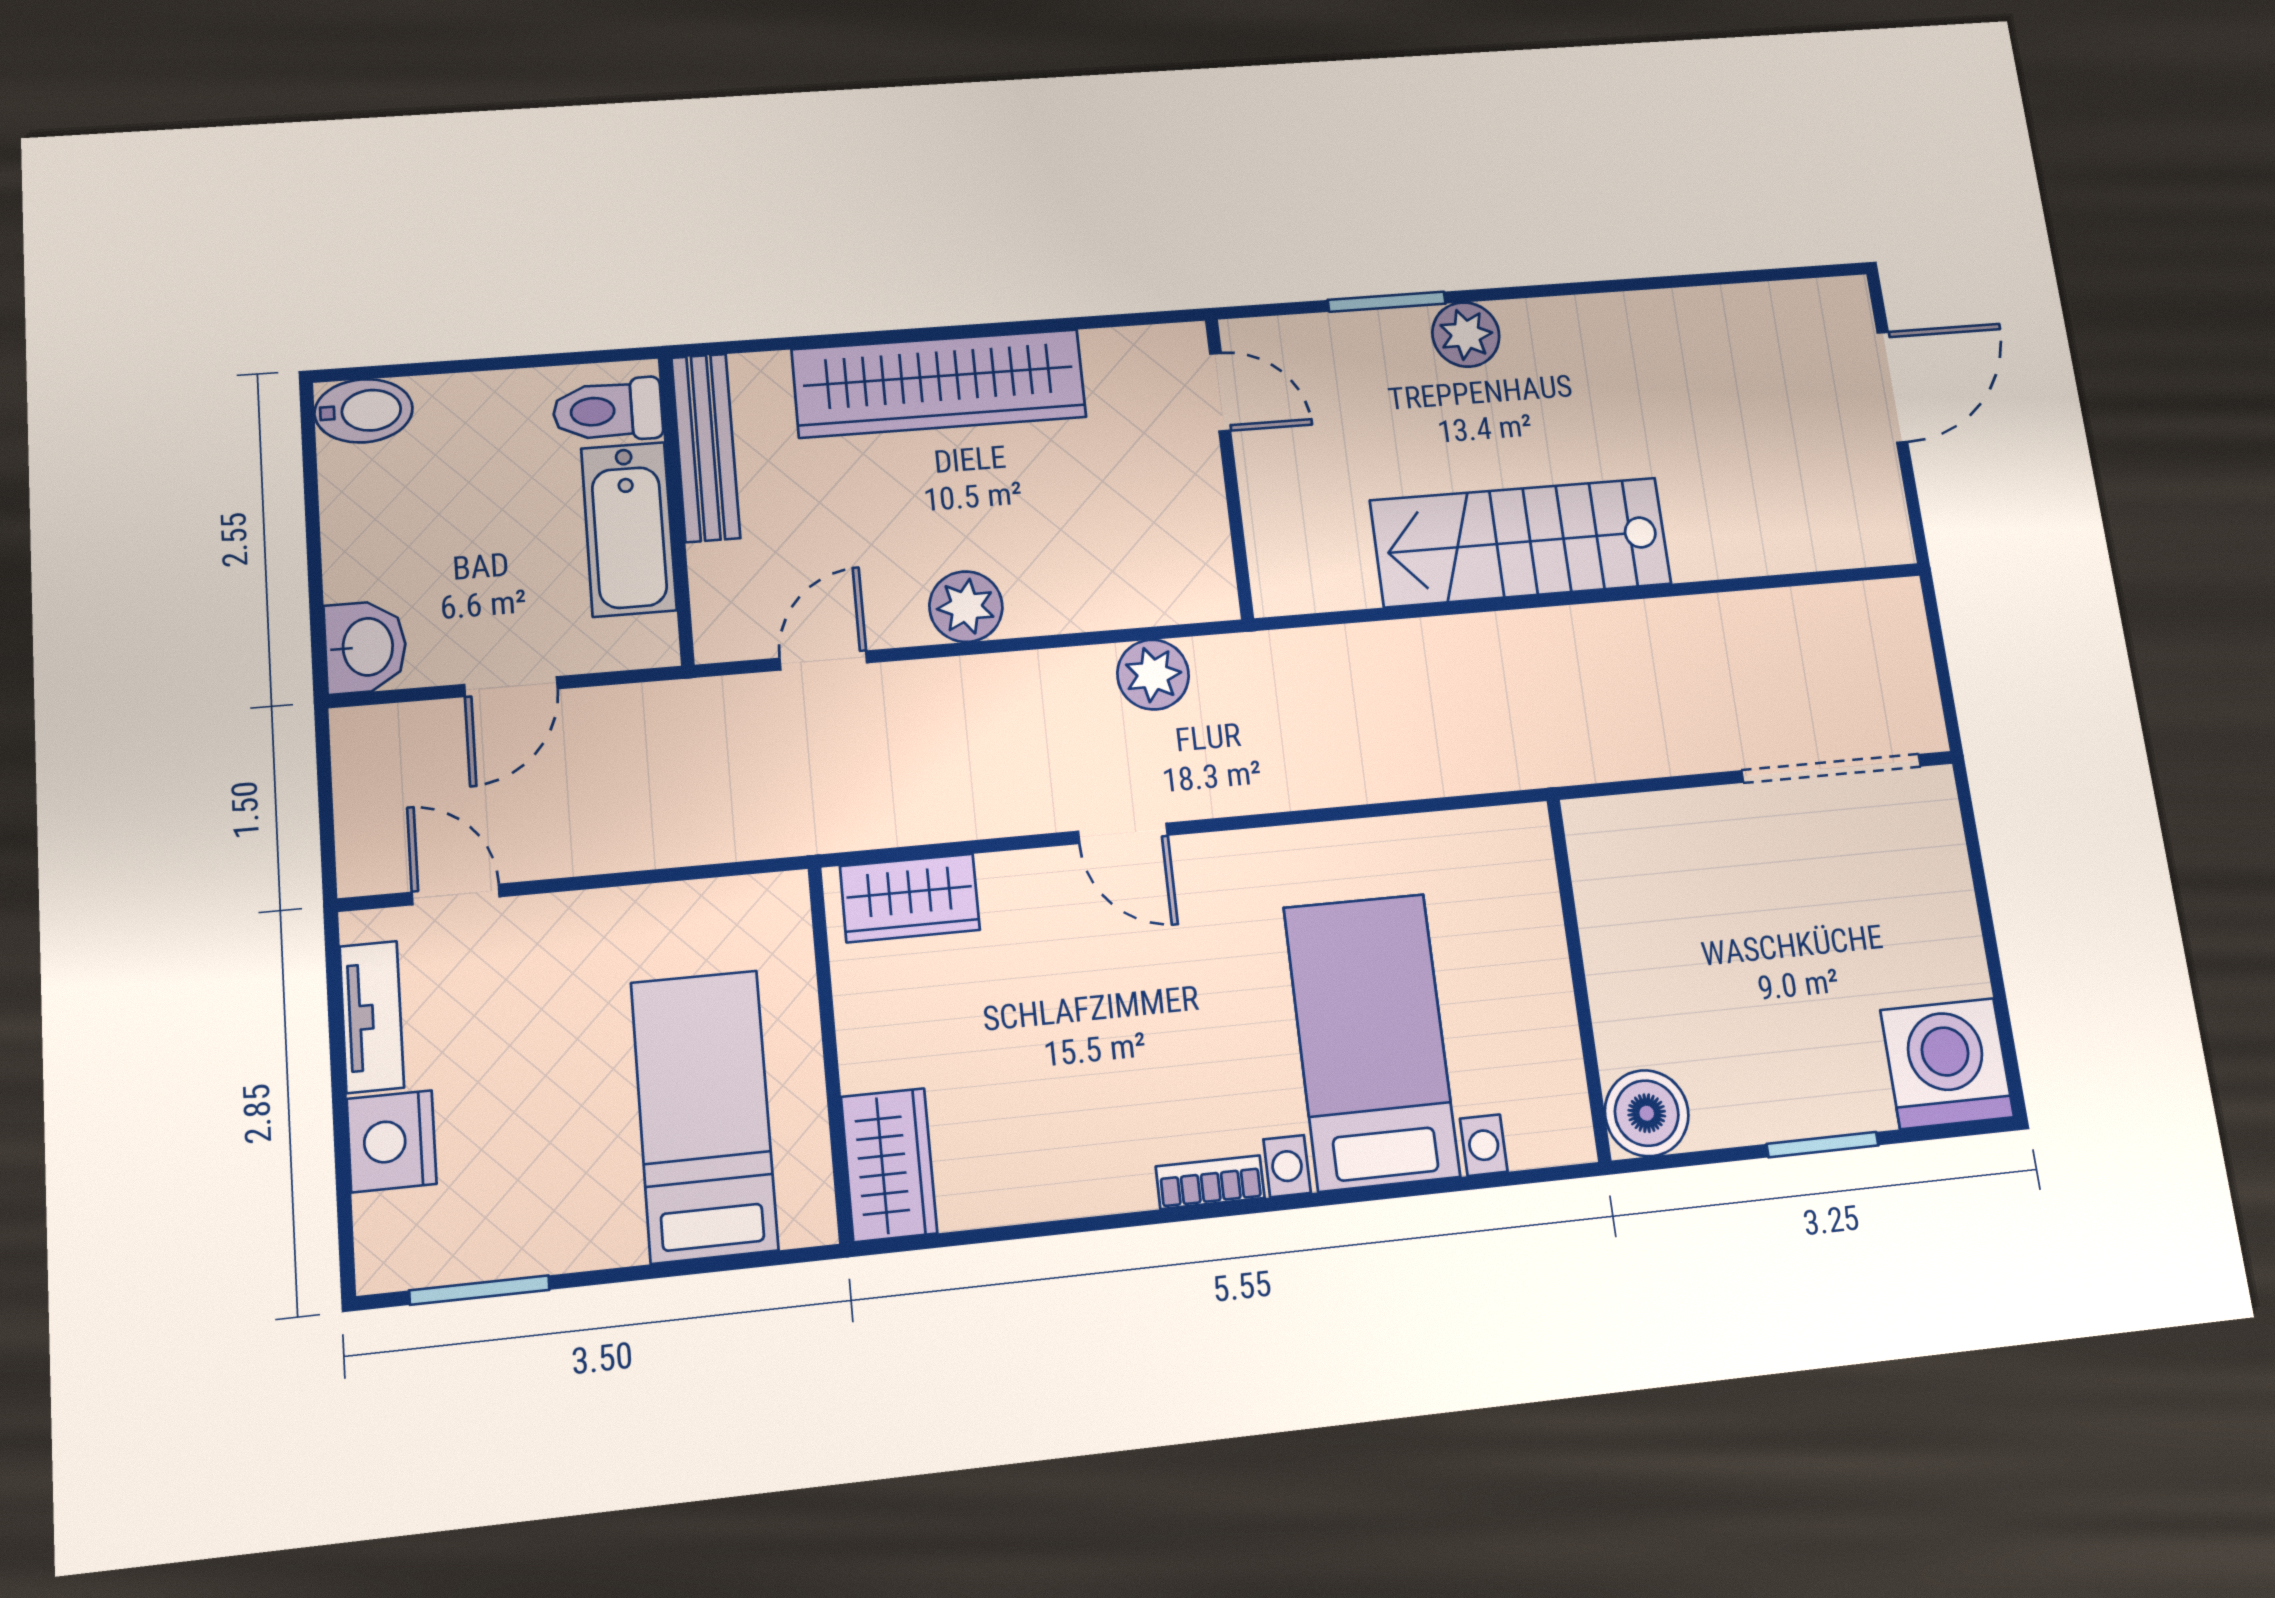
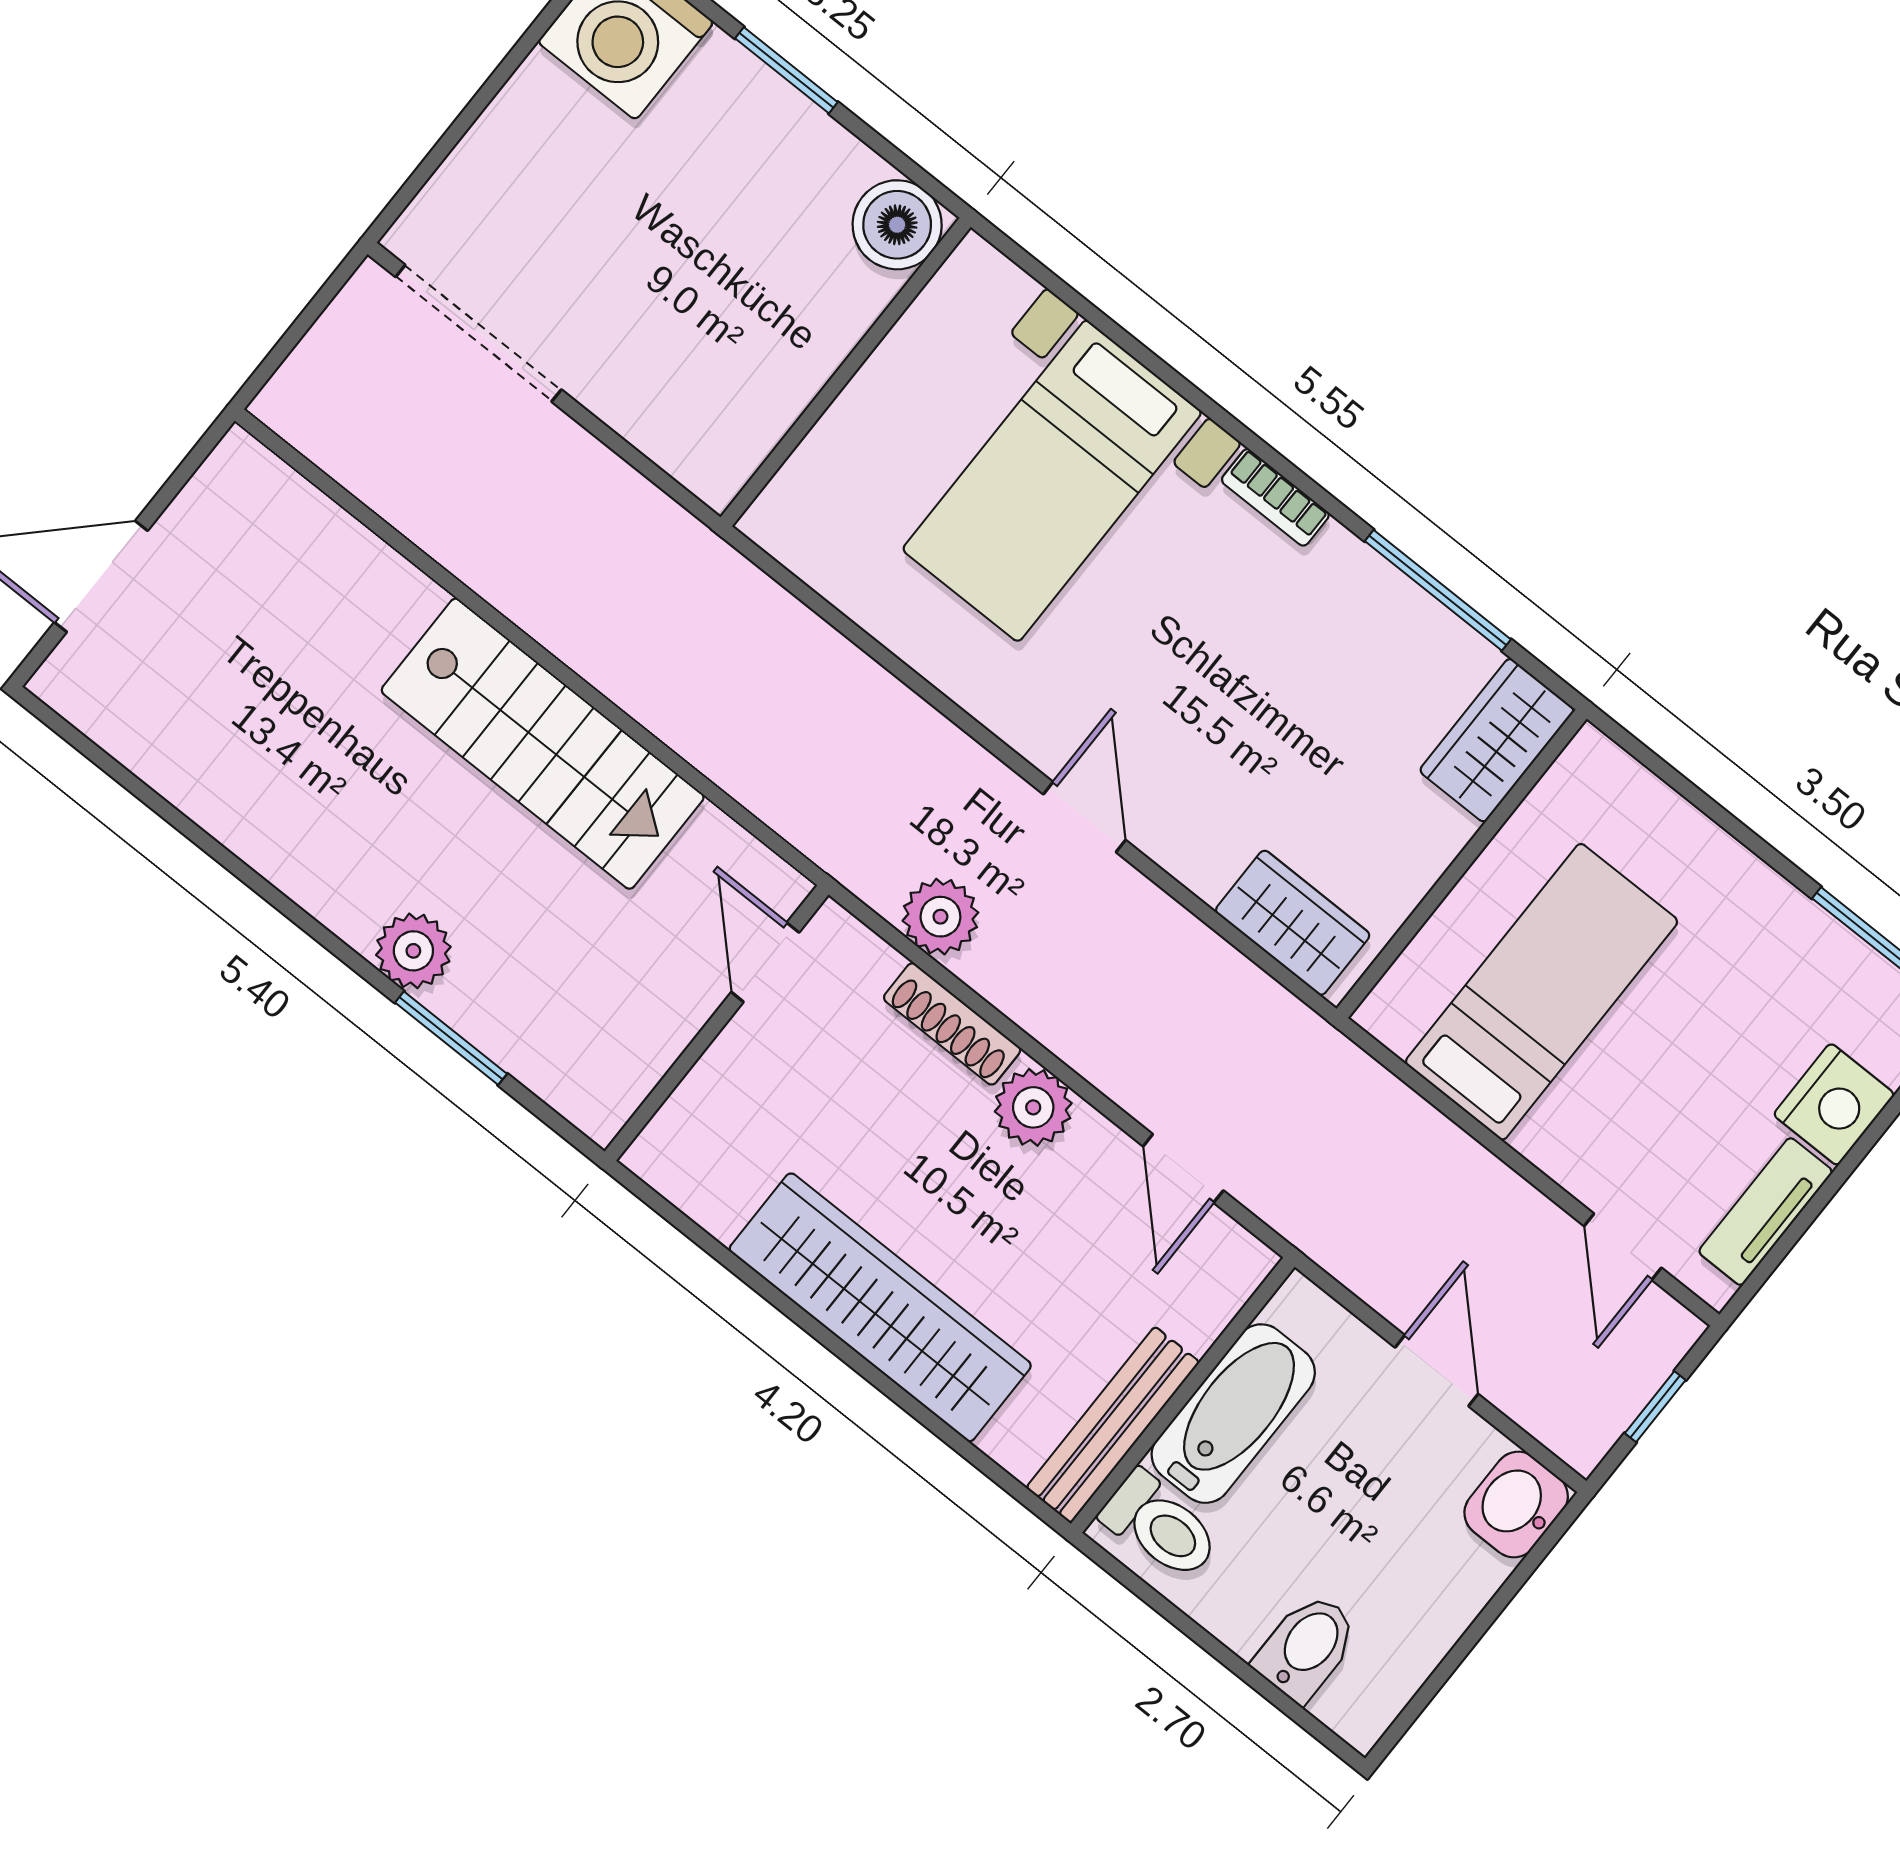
door: (1220, 392) -> (765, 962), moved
bidet: (364, 411) -> (1307, 1647), moved, turned 90
shoe rack: (1075, 611) -> (952, 1024), added
door: (823, 661) -> (1183, 1168), hinge flipped
door: (511, 687) -> (1437, 1371), hinge flipped
window: (326, 805) -> (1655, 1407), added
bed: (704, 1116) -> (1542, 992), moved, turned 180
window: (1034, 1230) -> (1438, 590), added

